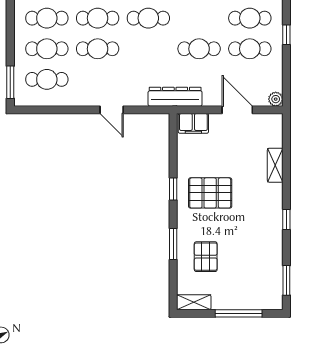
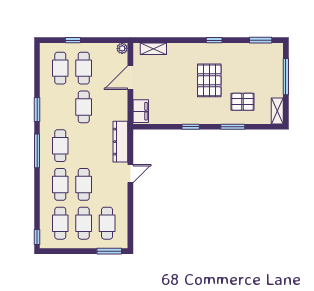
dresser: (175, 97) -> (120, 142), moved
shelving: (275, 165) -> (153, 49), moved
pallet: (210, 193) -> (209, 80), moved

